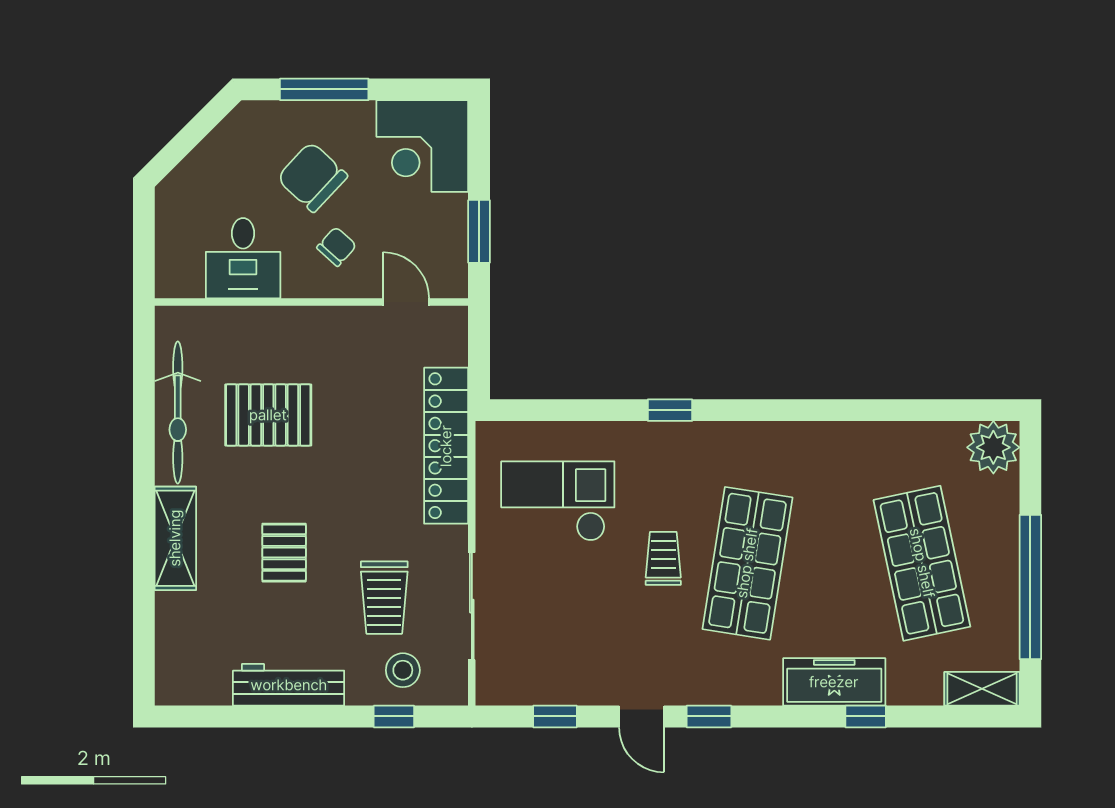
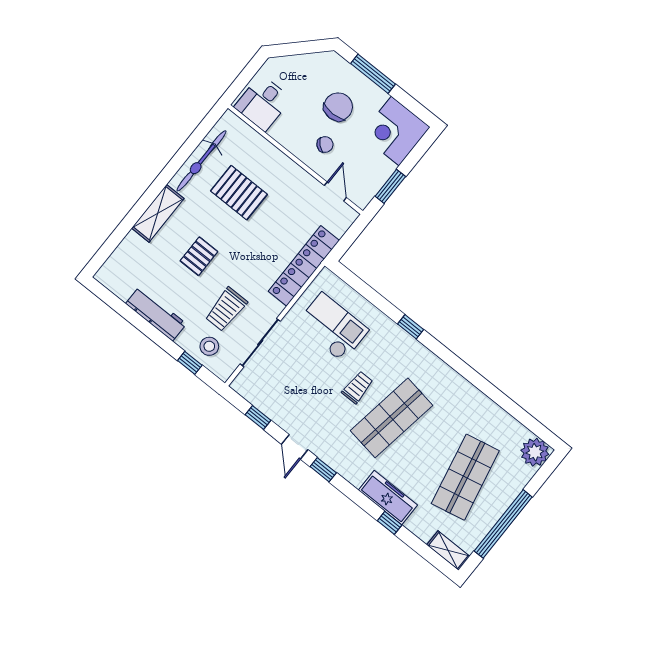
chair: (312, 177) -> (338, 107), turned 47
desk: (243, 258) -> (263, 103), moved

